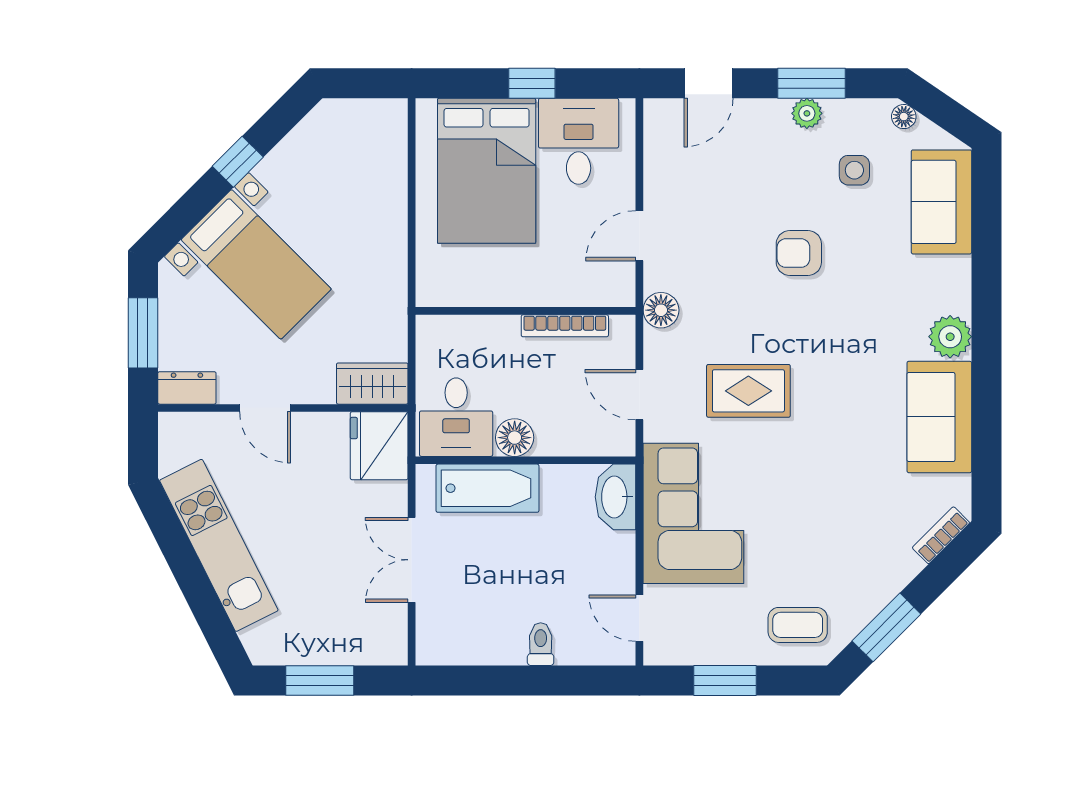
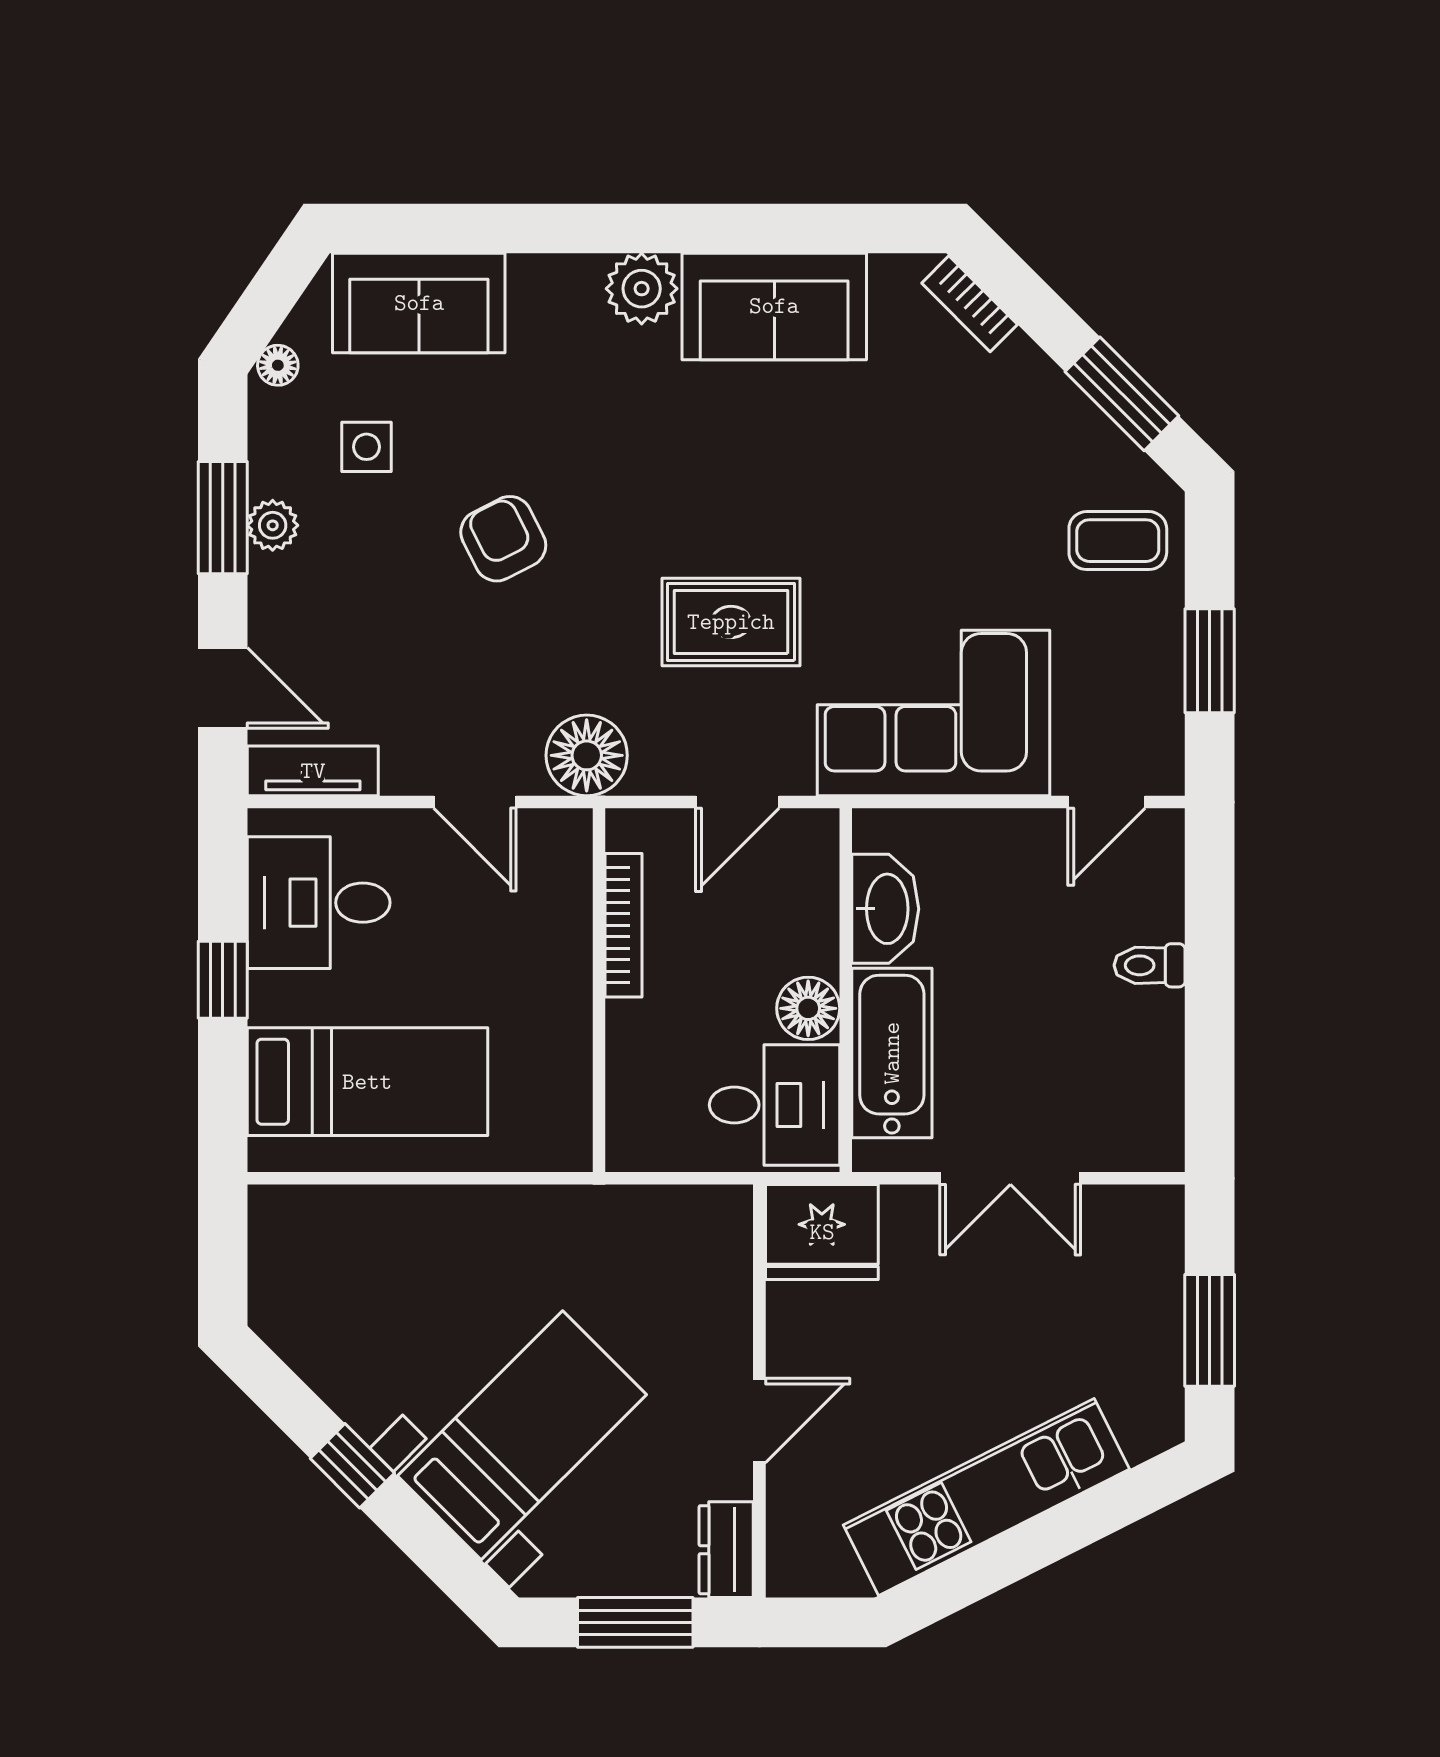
tv unit: (658, 138) -> (313, 771), added
bed: (487, 171) -> (367, 1082), width x0.67
armchair: (799, 253) -> (503, 539), turned 153
floor lamp: (661, 310) -> (587, 755), width x1.38, depth x1.38
wardrobe: (372, 384) -> (719, 1244), removed
rug: (748, 391) -> (731, 622), turned 90
washbasin: (616, 497) -> (885, 909), moved, turned -90
coffee table: (798, 625) -> (1118, 541), turned 90

